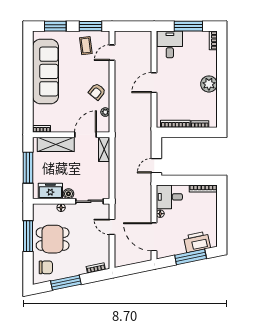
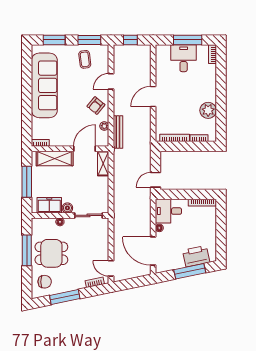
window: (131, 26) -> (130, 40), added
desk: (170, 44) -> (184, 58), moved
door: (112, 53) -> (111, 81), moved
plant: (209, 84) -> (208, 110), moved
bench: (119, 118) -> (118, 132), added
door: (112, 227) -> (111, 268), moved

